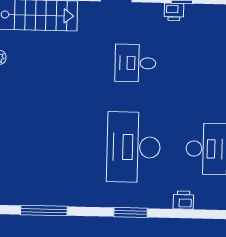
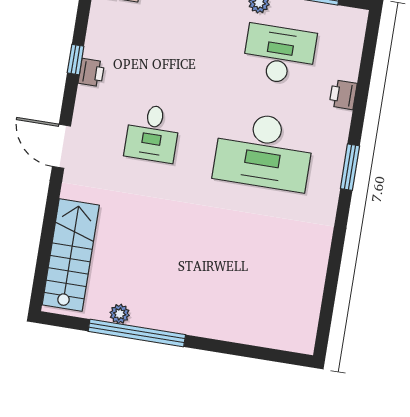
window: (44, 211) -> (331, 282), removed

